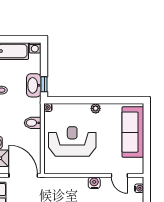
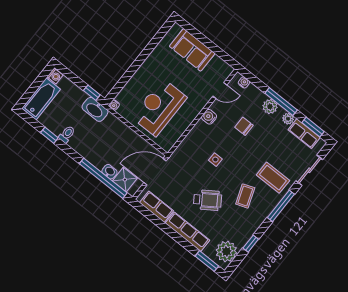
washbasin: (34, 85) -> (95, 109), moved
plant: (96, 108) -> (147, 65), removed
bidet: (33, 123) -> (117, 128), removed
sofa: (133, 132) -> (192, 50), width x0.73

